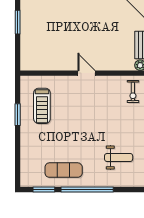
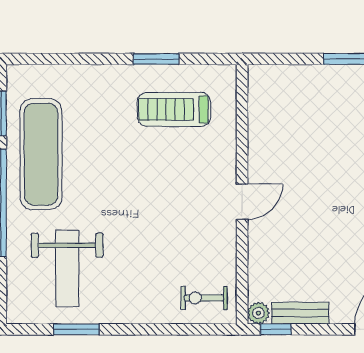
weight bench: (119, 157) -> (67, 268), width x1.36, depth x1.33
exercise mat: (64, 170) -> (41, 154), width x1.36, depth x1.45

